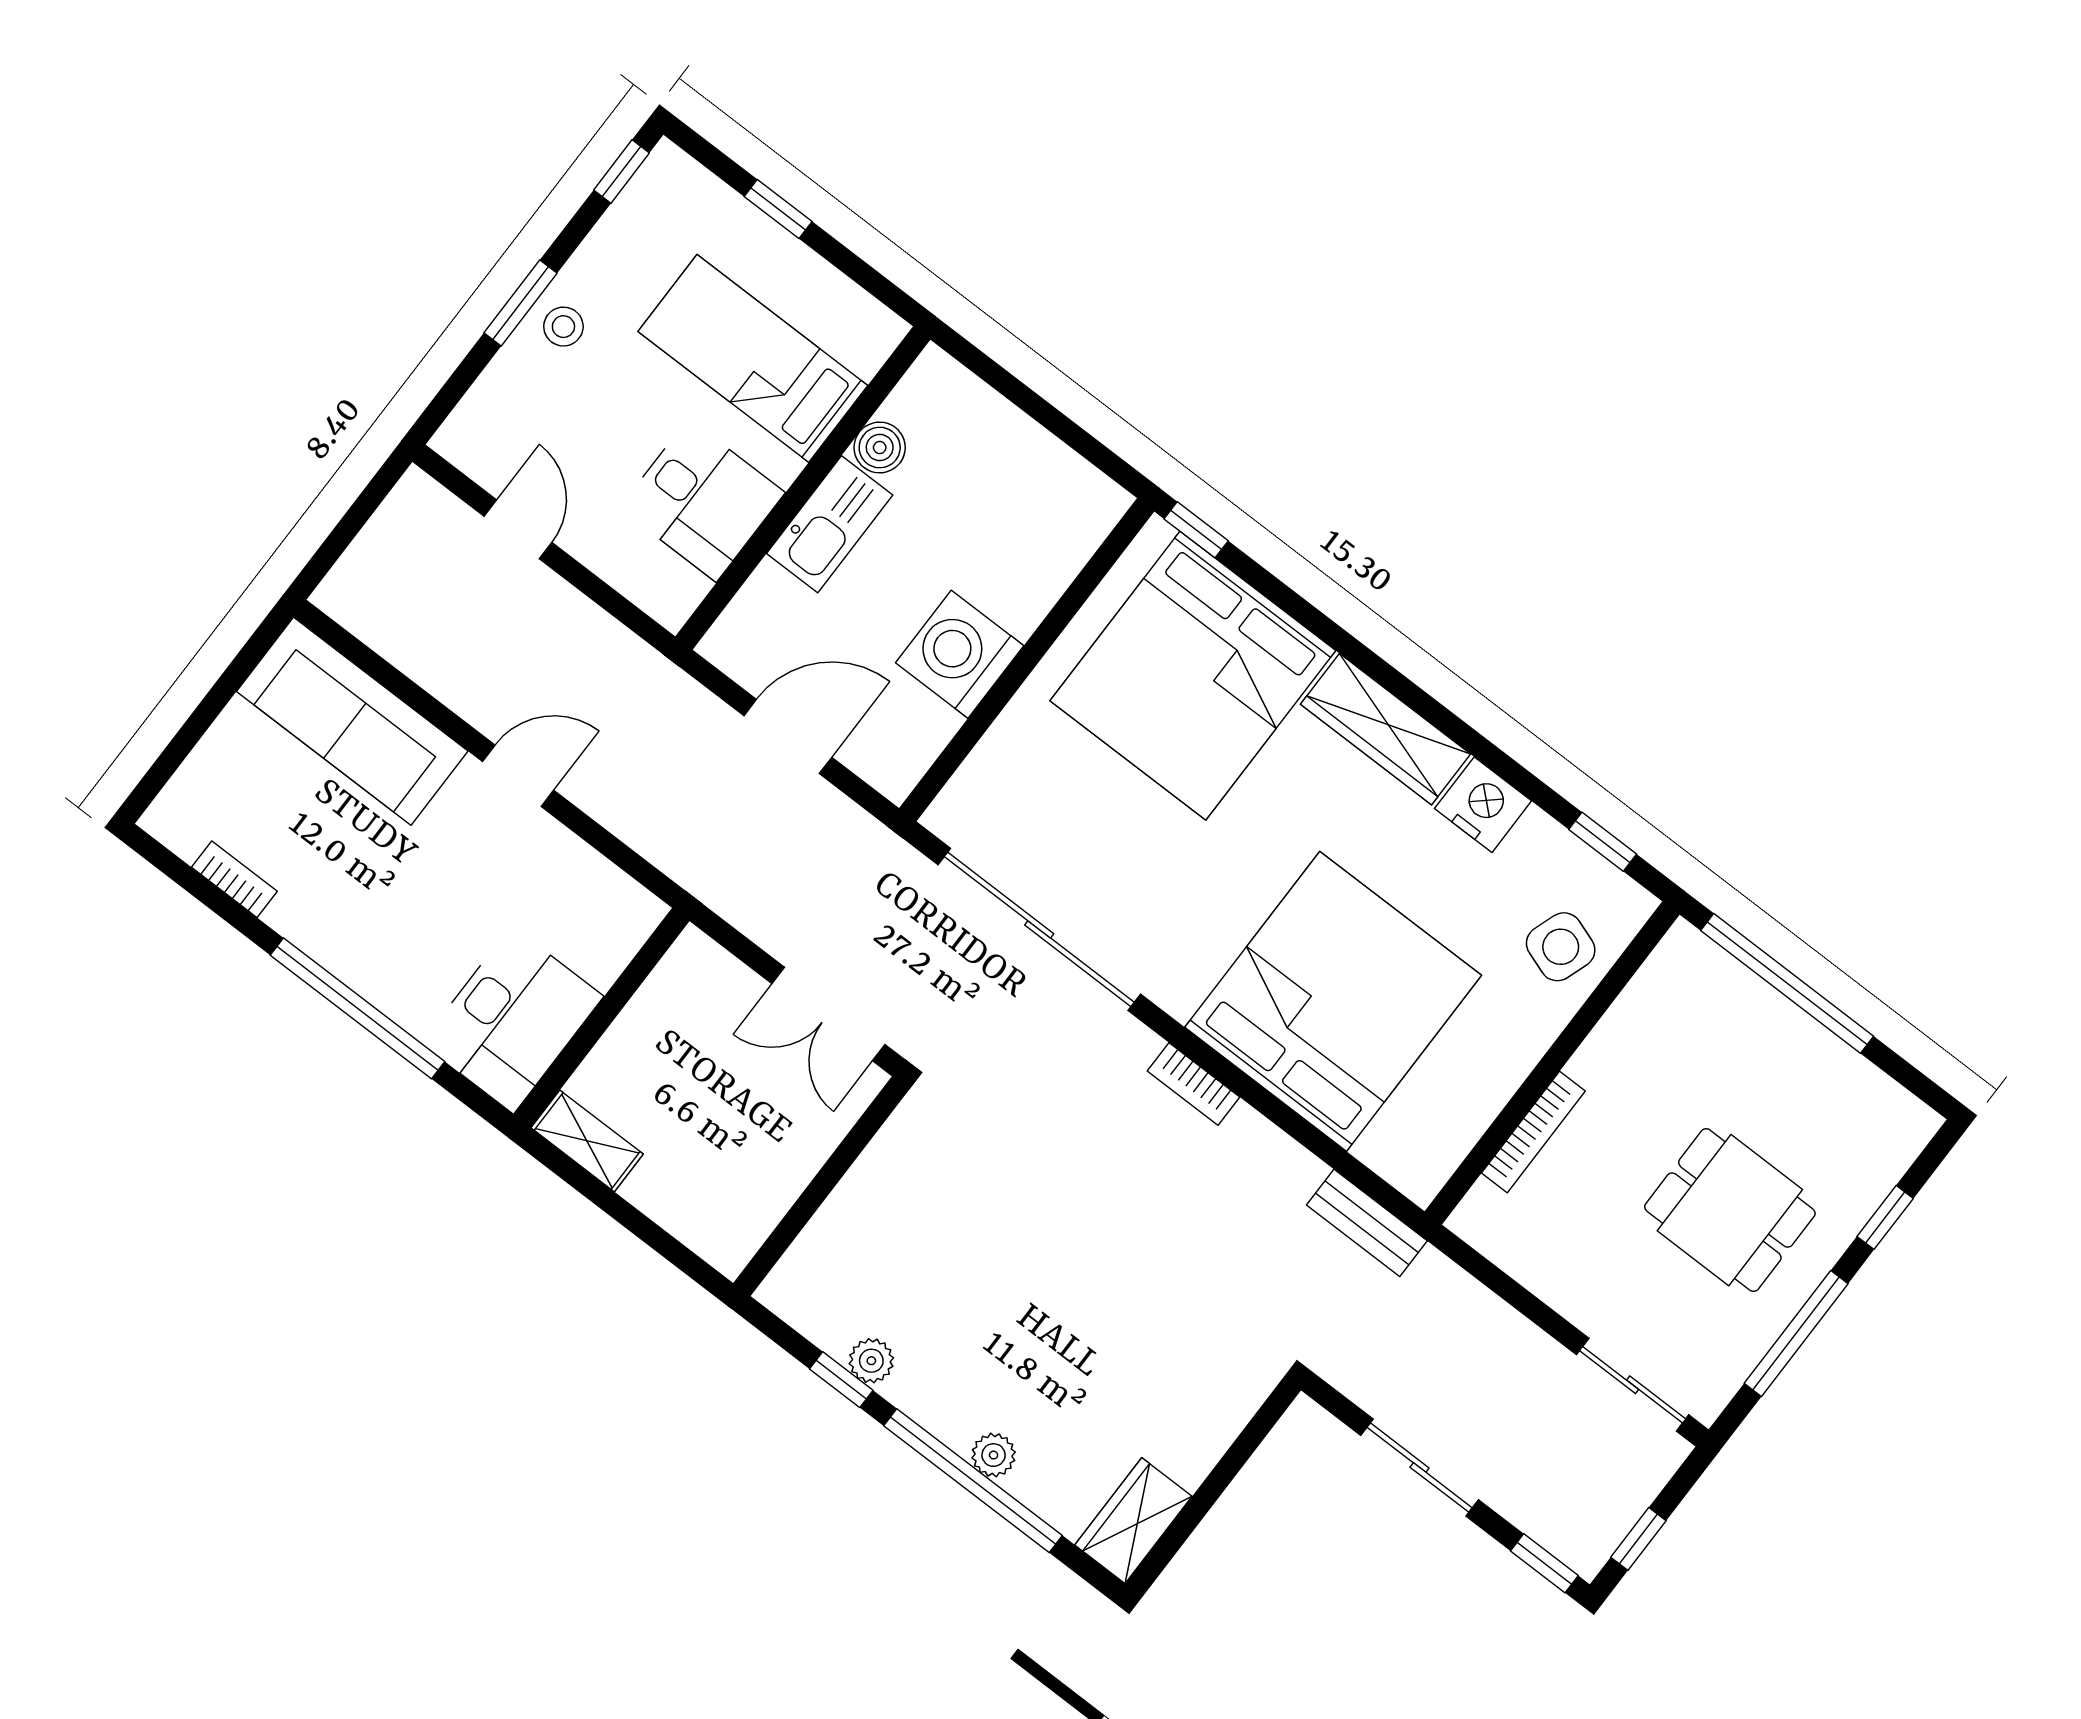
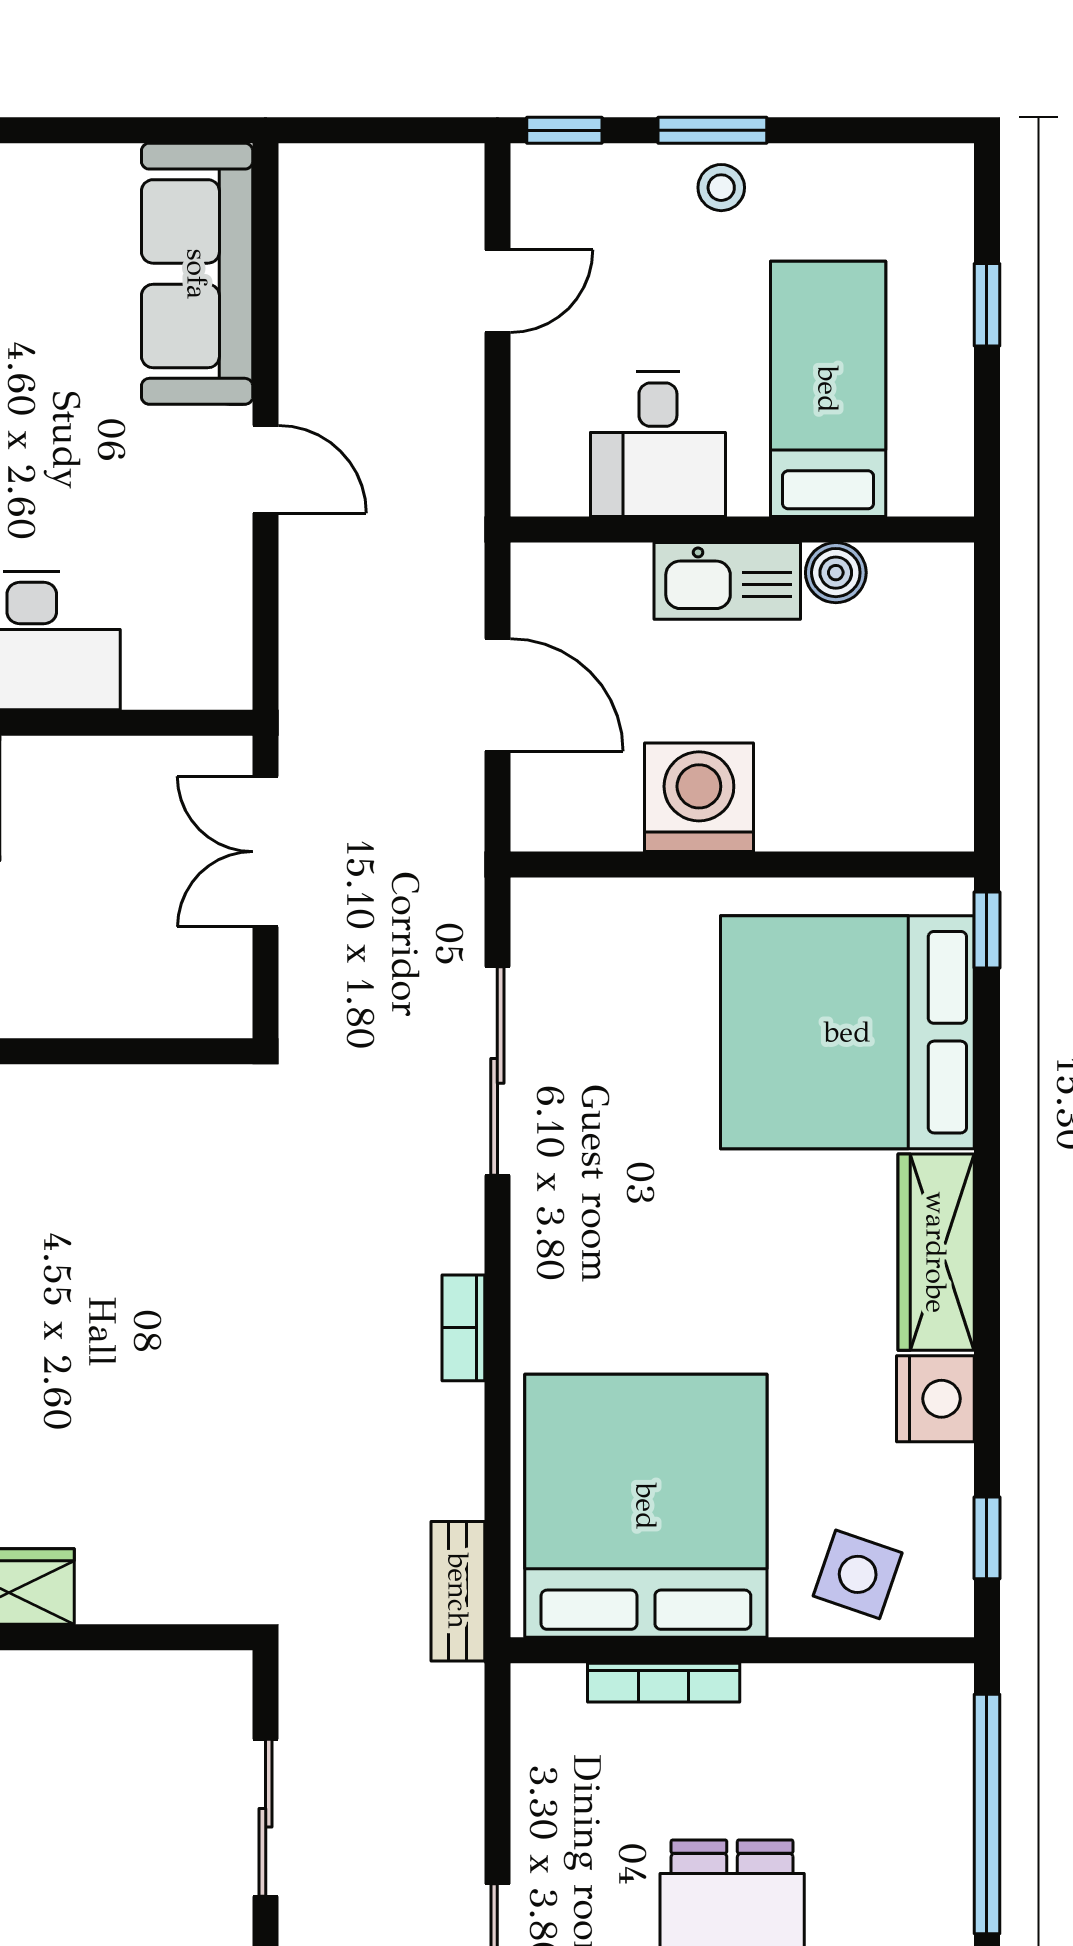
window: (621, 171) -> (564, 130), moved
sliding door: (1039, 929) -> (497, 1071), width x0.73
bed: (1333, 1001) -> (646, 1506), moved, turned -90
double door: (829, 1014) -> (266, 852), moved

